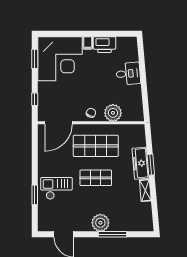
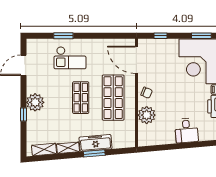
checkout: (56, 188) -> (70, 58), turned 90
shelving: (147, 214) -> (44, 149), added
window: (112, 234) -> (23, 115), width x0.46

